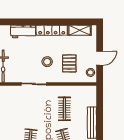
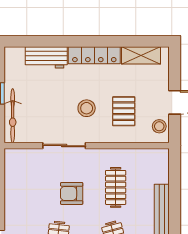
armchair: (38, 112) -> (72, 193), added

